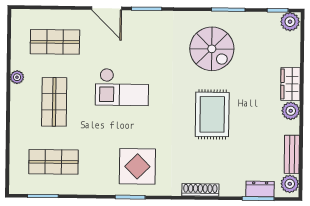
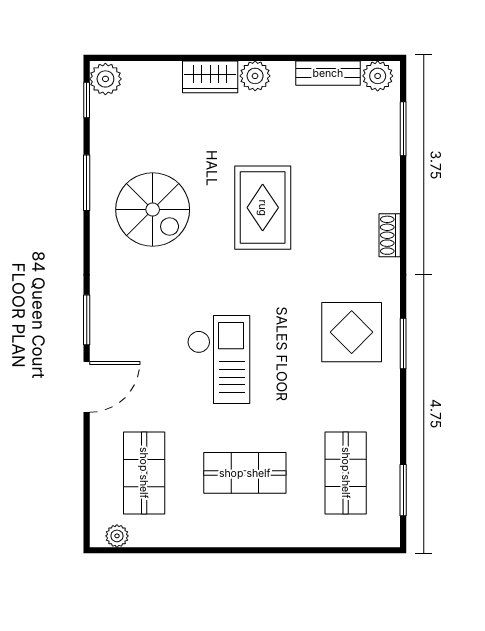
spiral stairs: (212, 49) -> (153, 210), turned 90
plant: (17, 77) -> (117, 536), moved
rug: (212, 114) -> (263, 208), turned 90
dresser: (260, 189) -> (387, 126), removed
shoe rack: (200, 190) -> (390, 235), width x0.70

